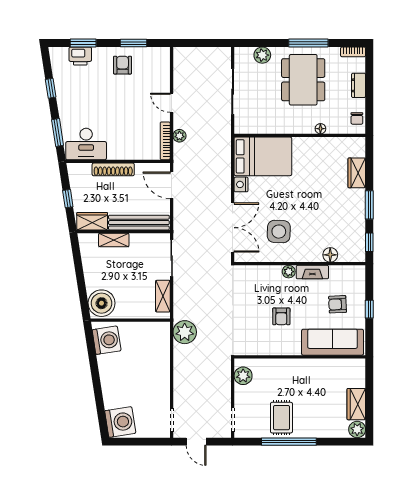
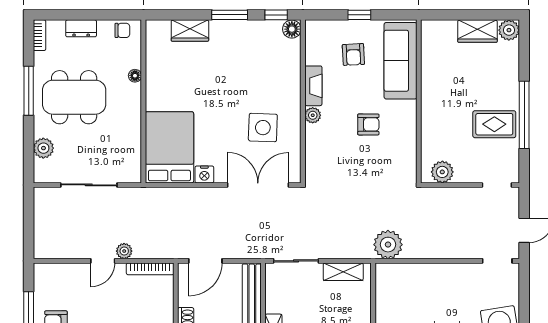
plant: (179, 136) -> (124, 251), moved
floor lamp: (330, 255) -> (292, 29), moved

